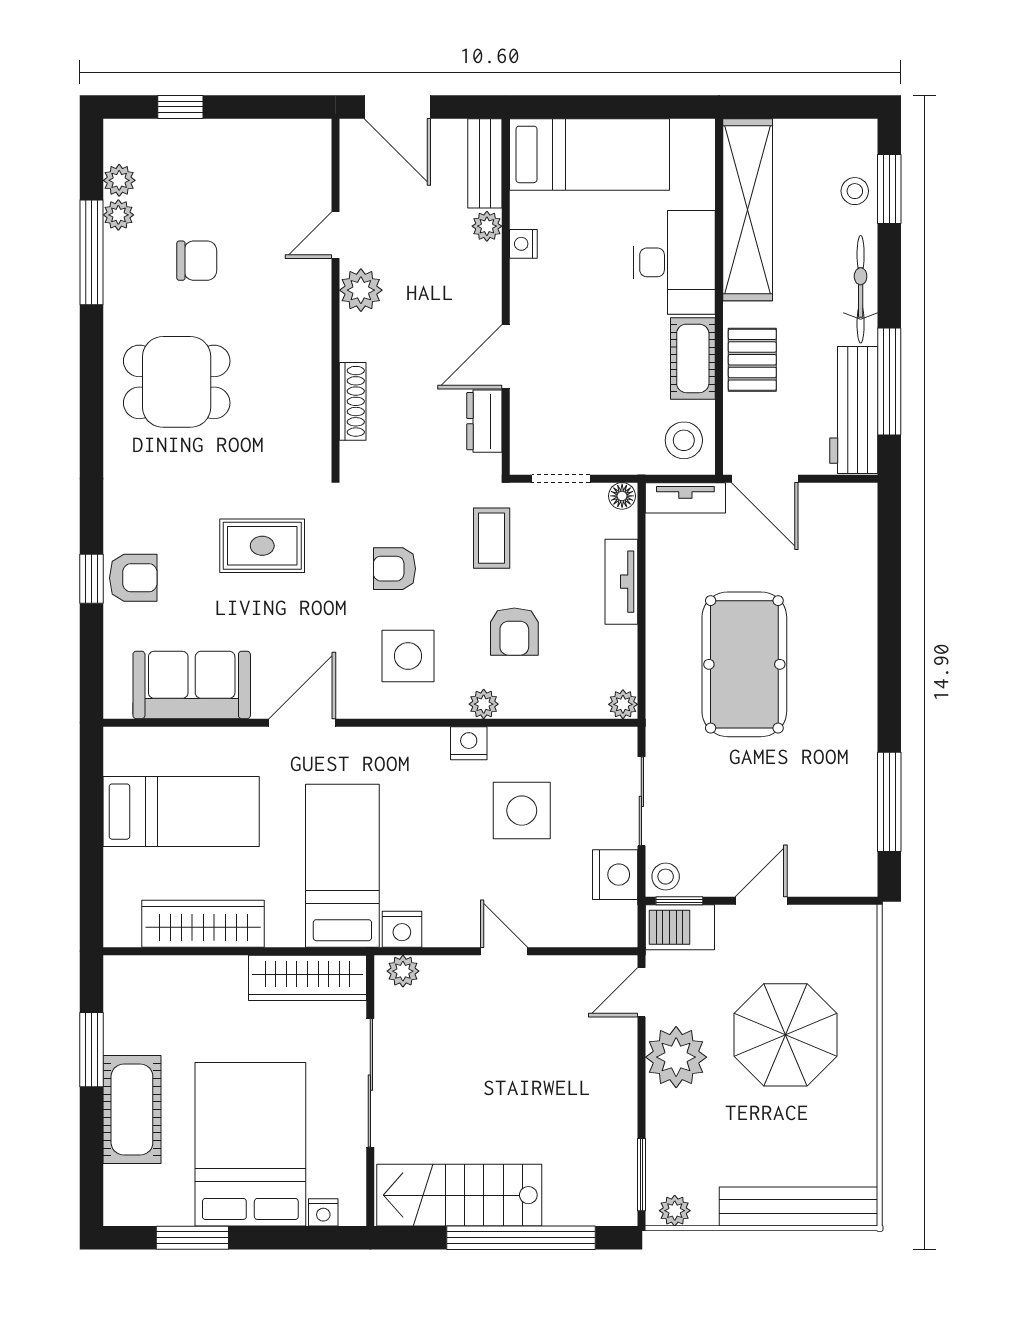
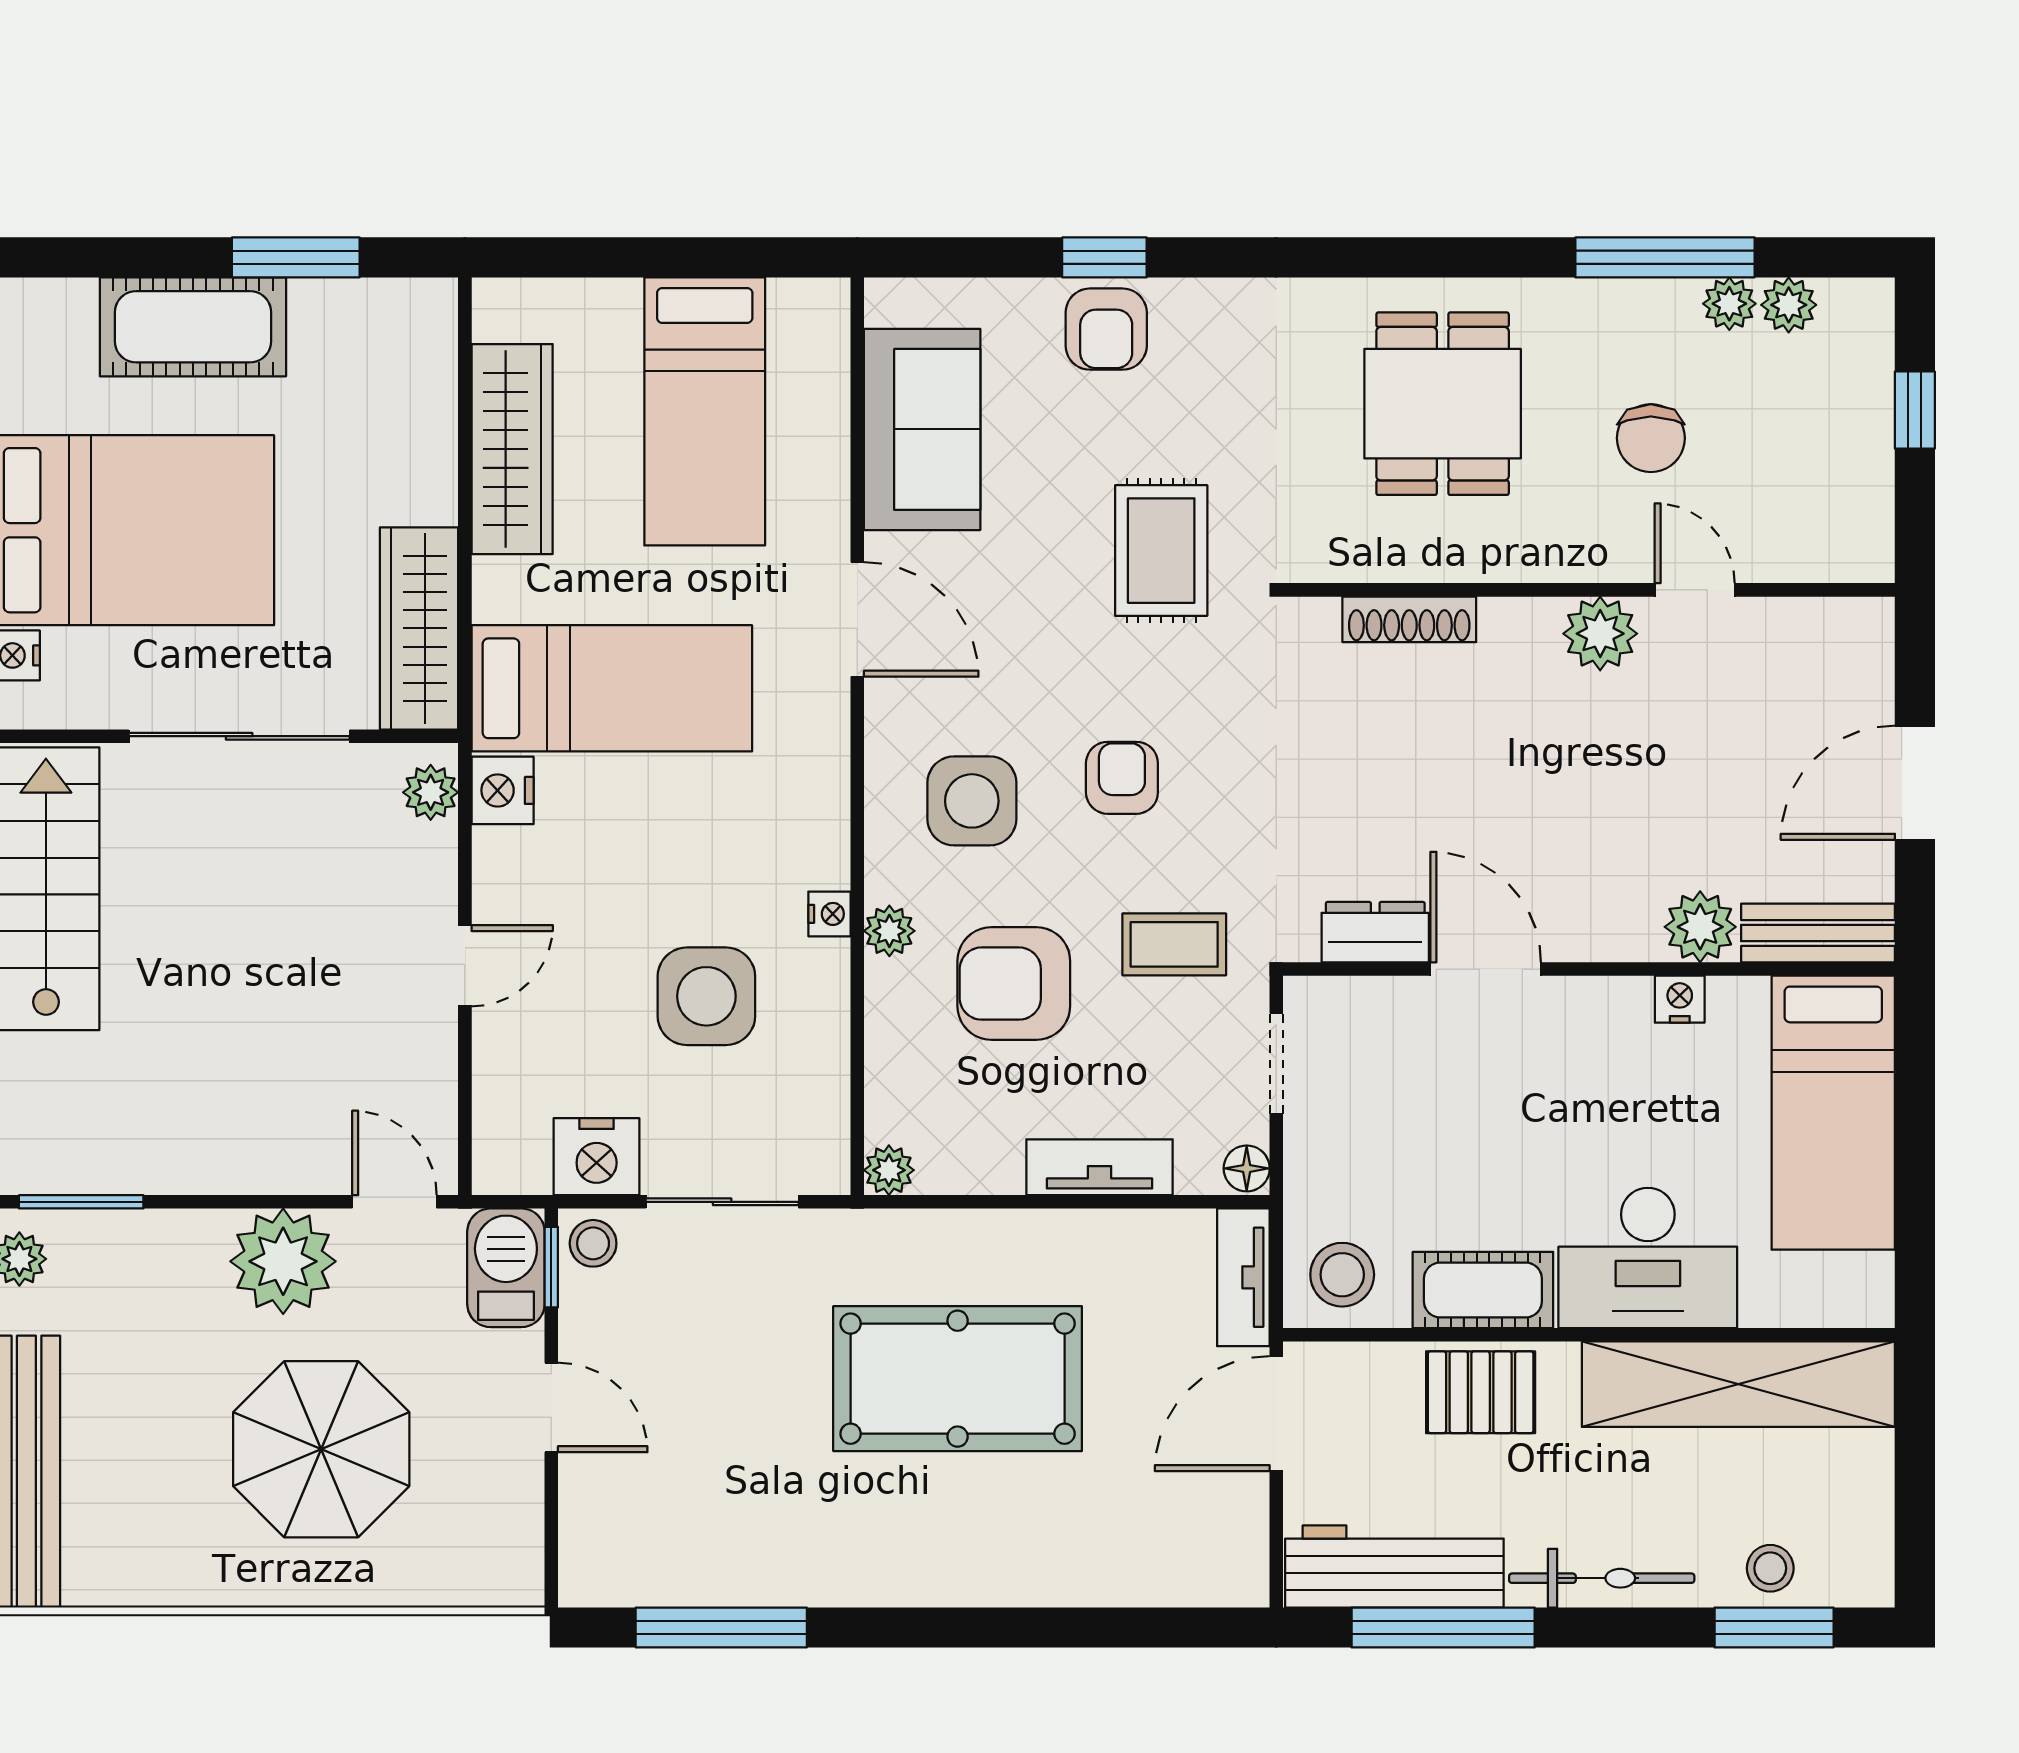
plant: (487, 226) -> (1700, 927), width x1.38, depth x1.38
door: (335, 235) -> (1695, 590), moved
plant: (361, 290) -> (1600, 634), moved
wall: (335, 297) -> (1589, 590), moved
shoe rack: (353, 401) -> (1409, 619), moved
armchair: (514, 632) -> (1014, 984), width x1.38, depth x1.38
nightstand: (469, 743) -> (829, 914), width x0.72, depth x0.74

